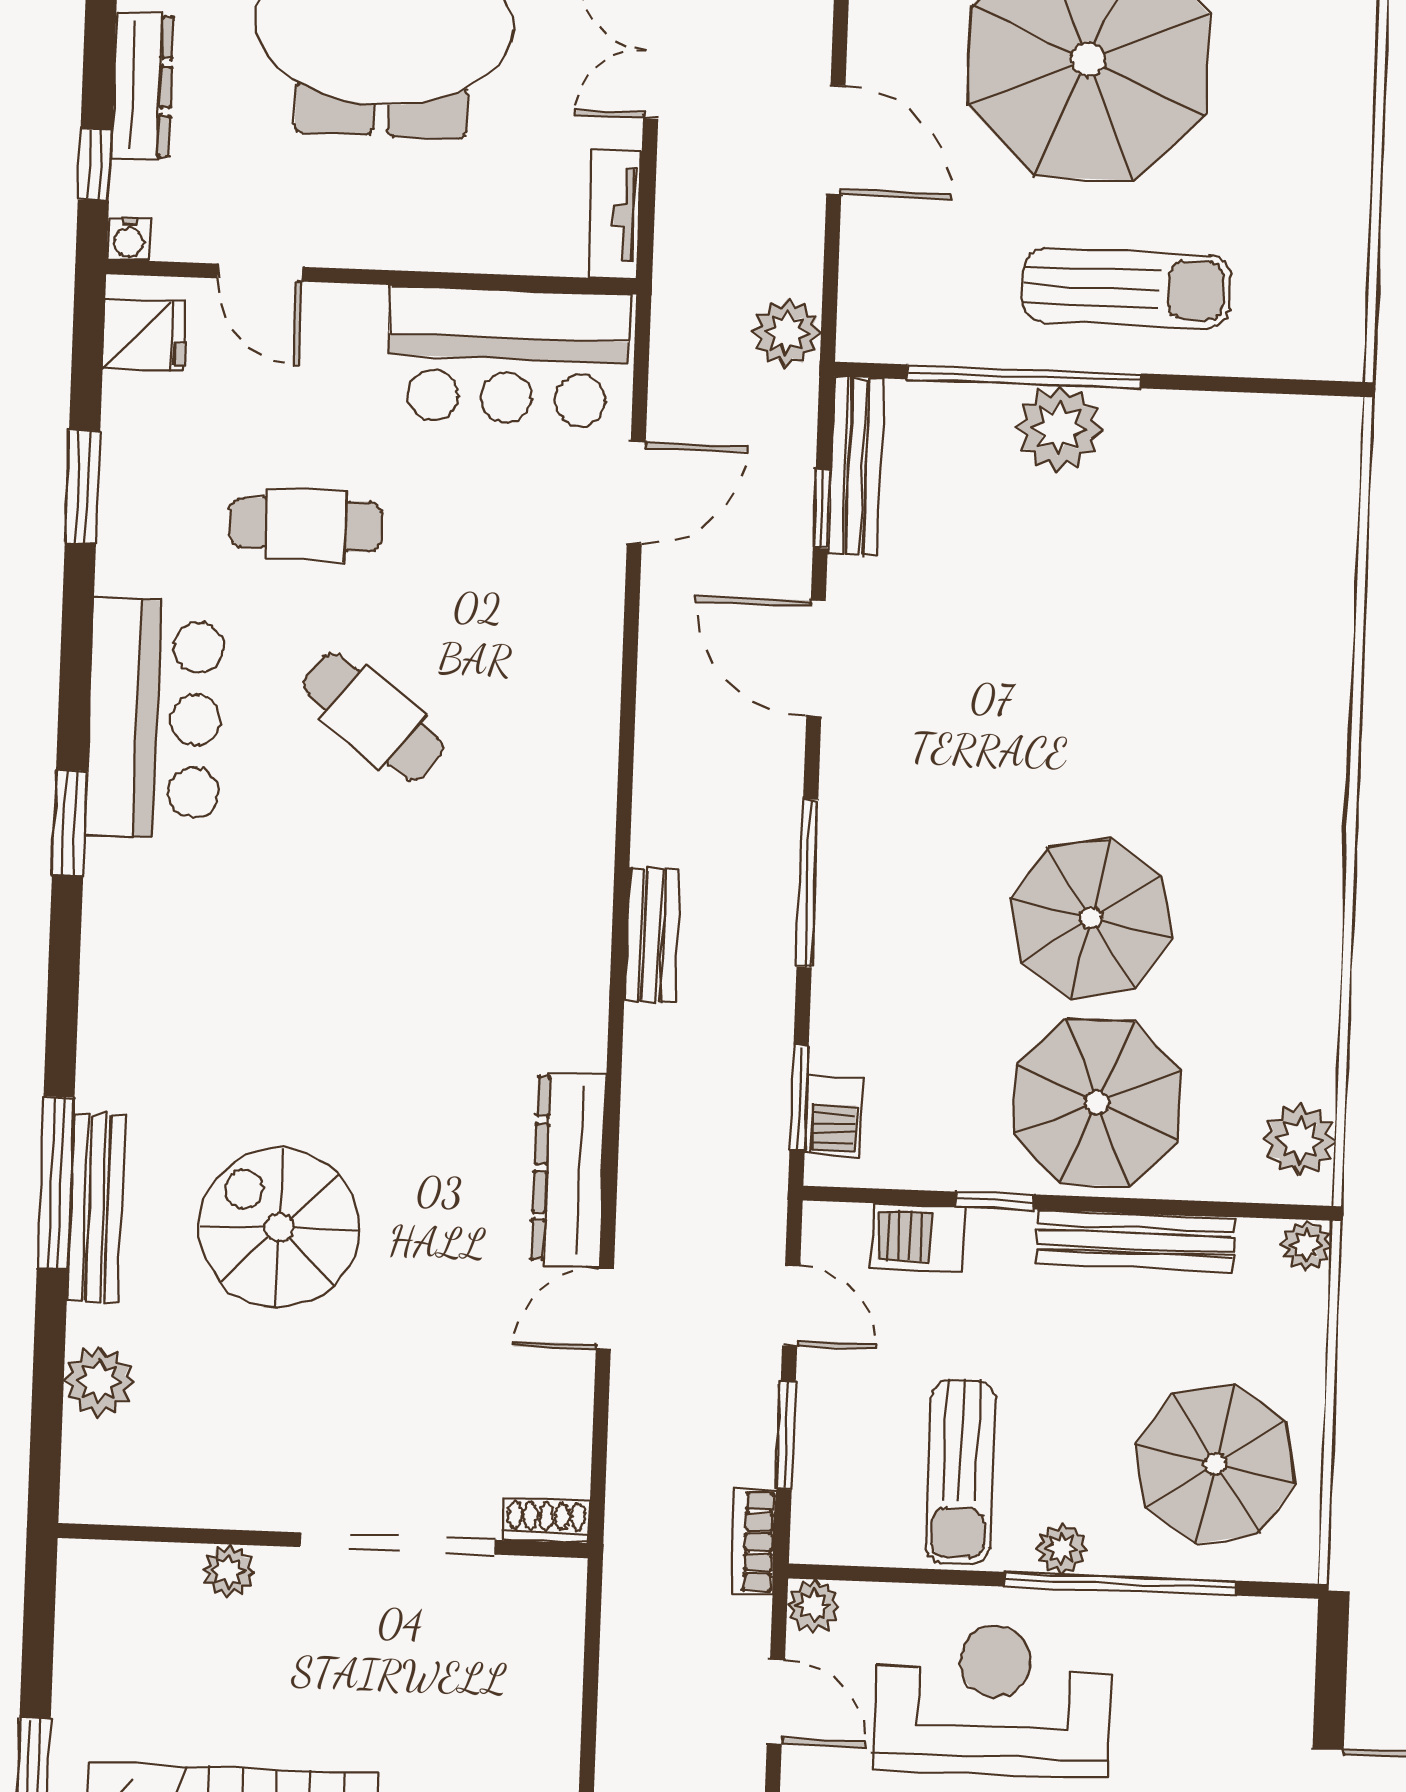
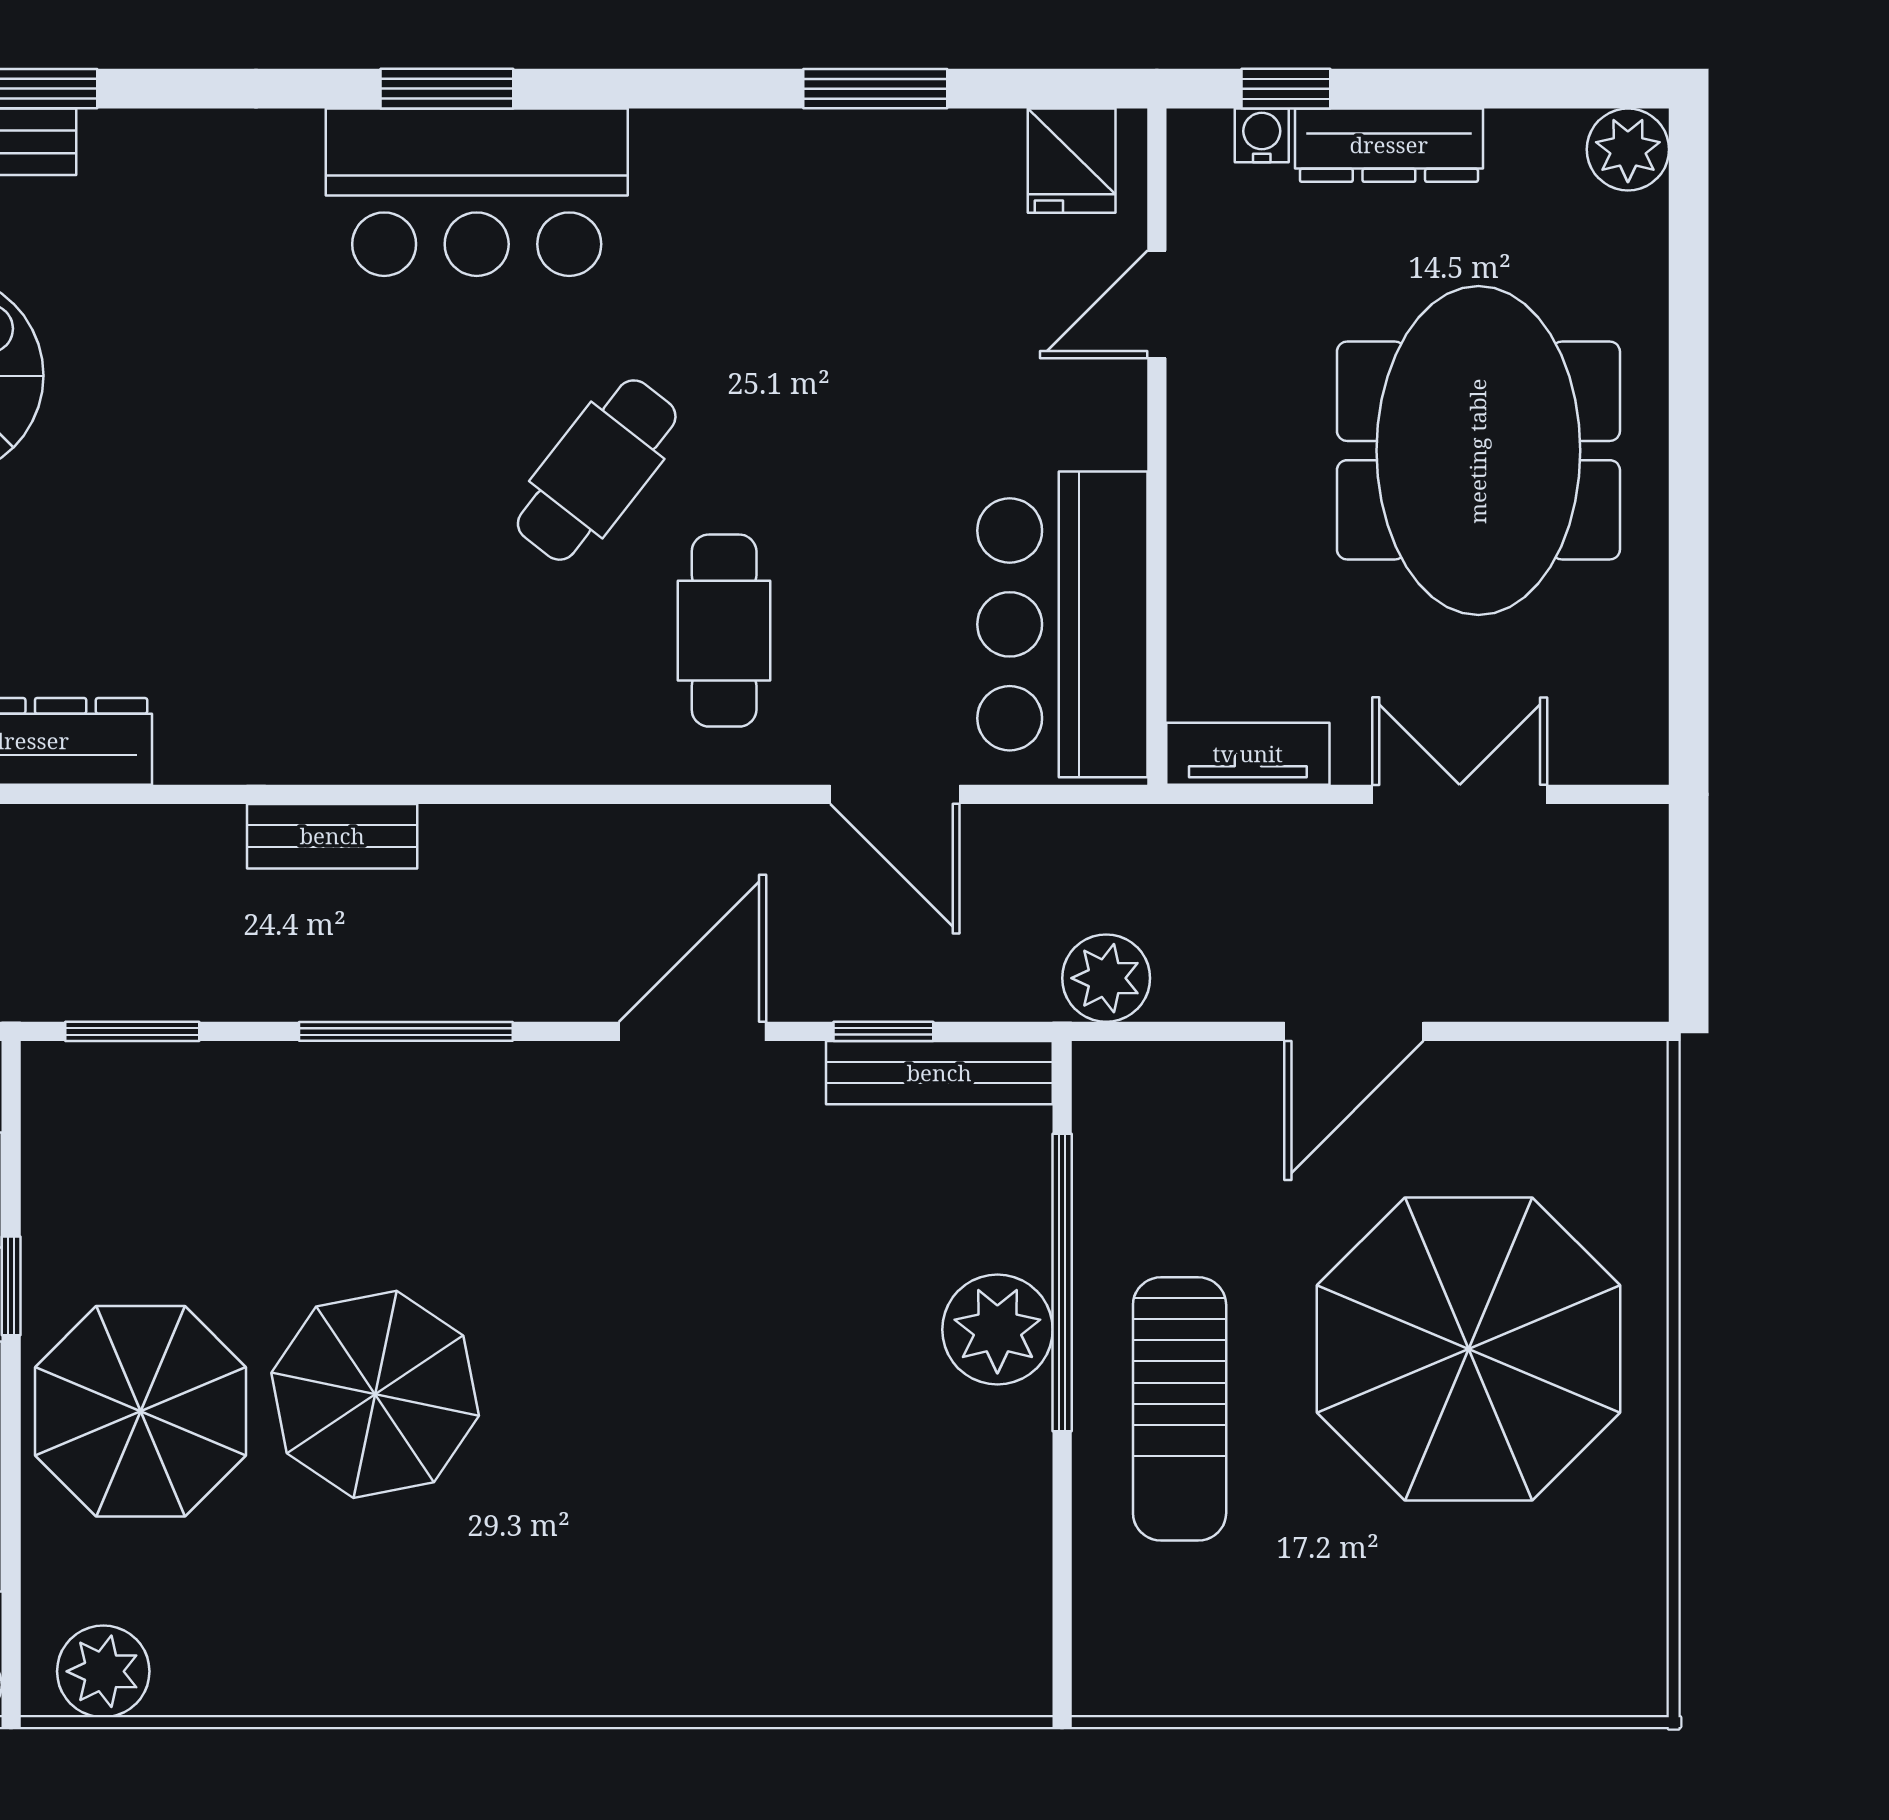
water cooler: (129, 239) -> (1262, 135), moved, turned 90
cafe table: (306, 525) -> (724, 631), moved
bar counter: (155, 719) -> (477, 192), moved
barbecue: (834, 1116) -> (111, 1077), removed

